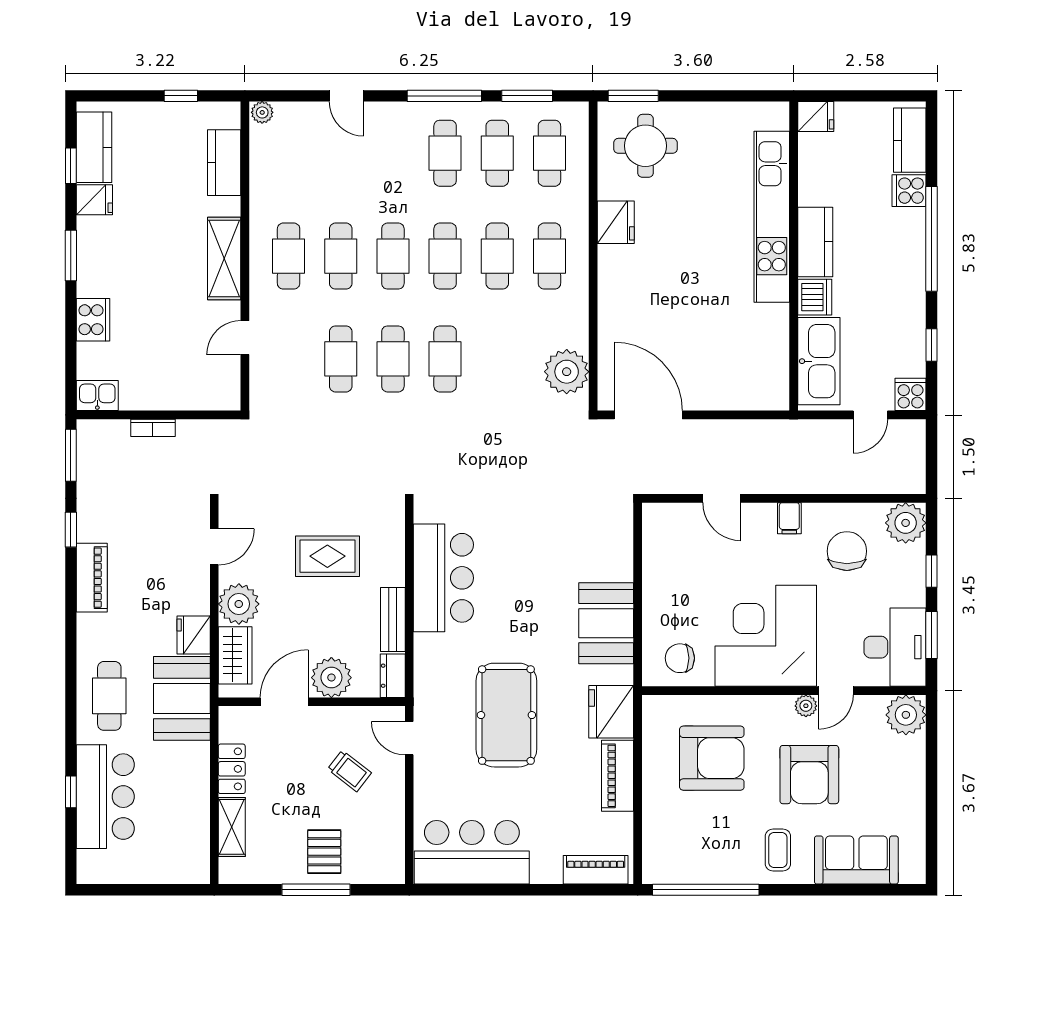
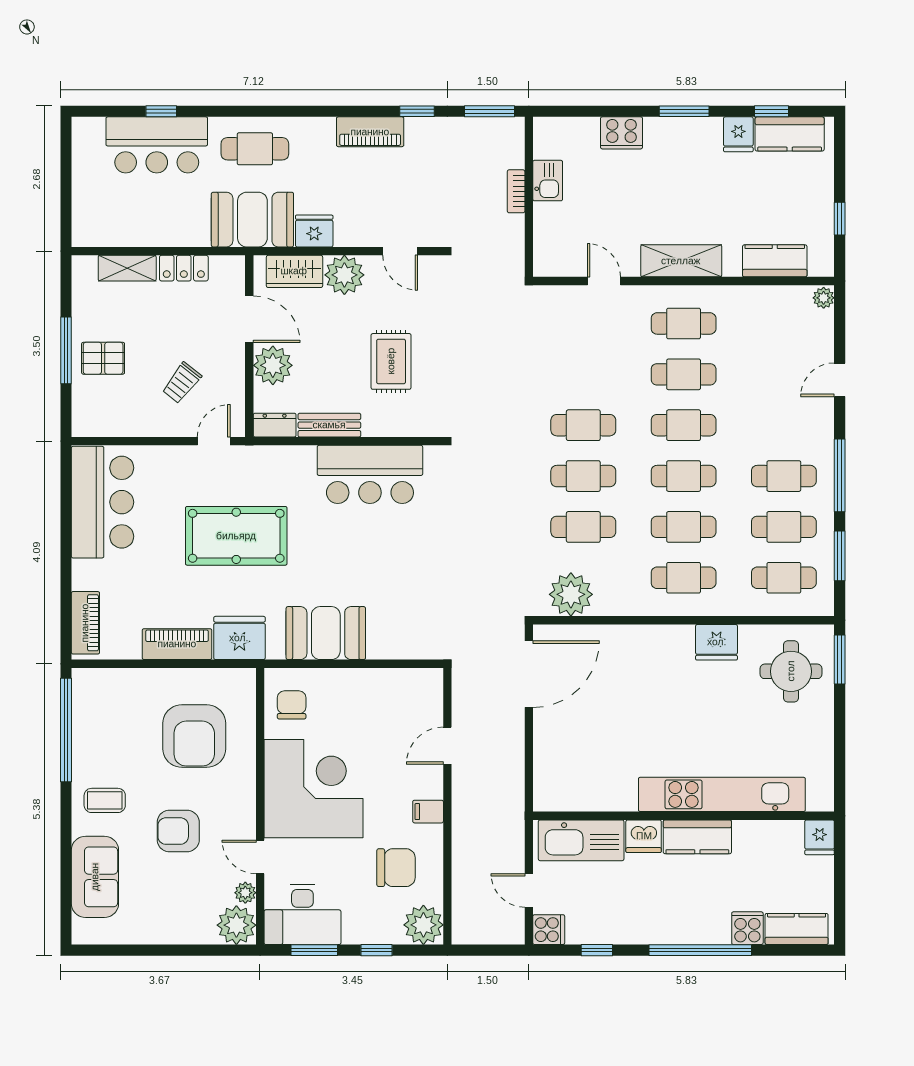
cafe table: (341, 359) -> (583, 527), moved
kitchen sink: (97, 395) -> (548, 181), moved
plant: (806, 706) -> (245, 893), moved
armchair: (809, 775) -> (178, 831), width x0.73, depth x0.73

